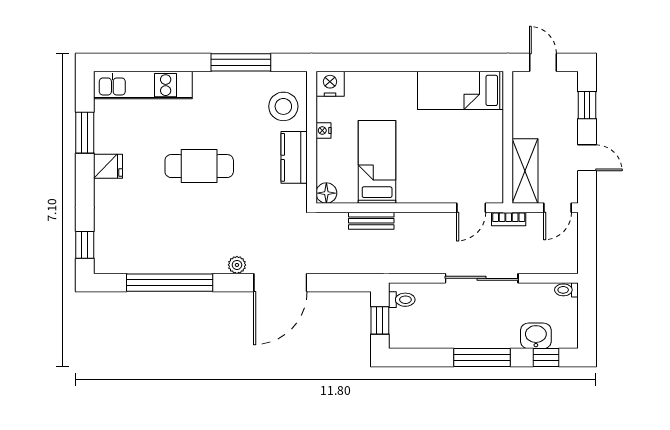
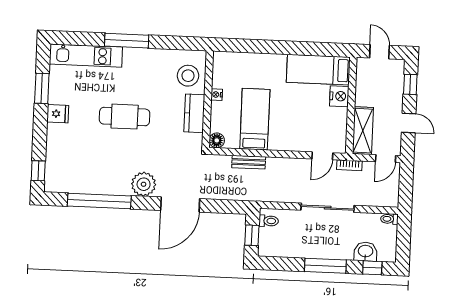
window: (241, 62) -> (127, 41), moved
nightstand: (330, 84) -> (339, 96), moved, turned 90
plant: (237, 265) -> (144, 184), width x1.88, depth x1.88

